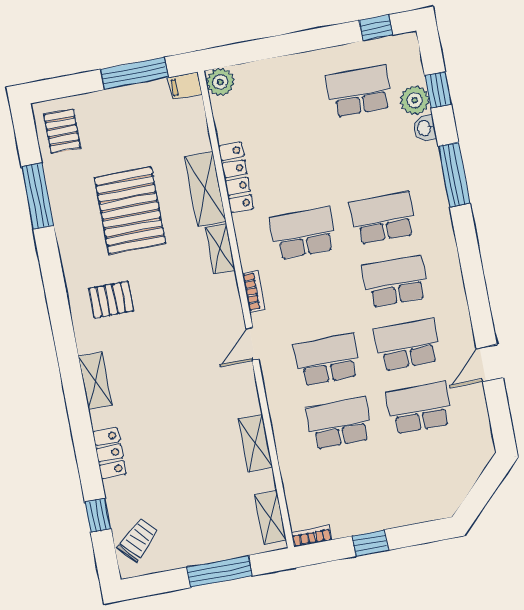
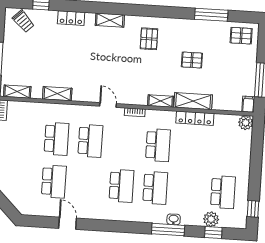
washbasin: (425, 128) -> (174, 219), moved
pallet: (130, 210) -> (192, 60), width x0.49, depth x0.50
school desk: (407, 345) -> (88, 184), removed

